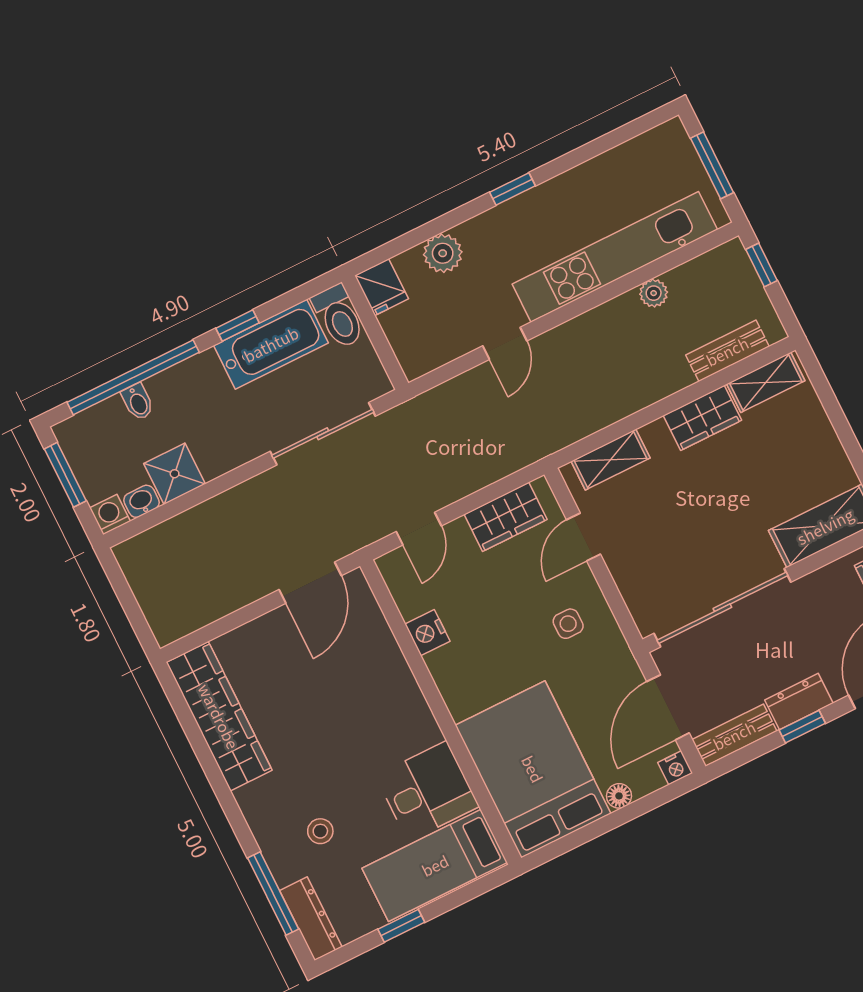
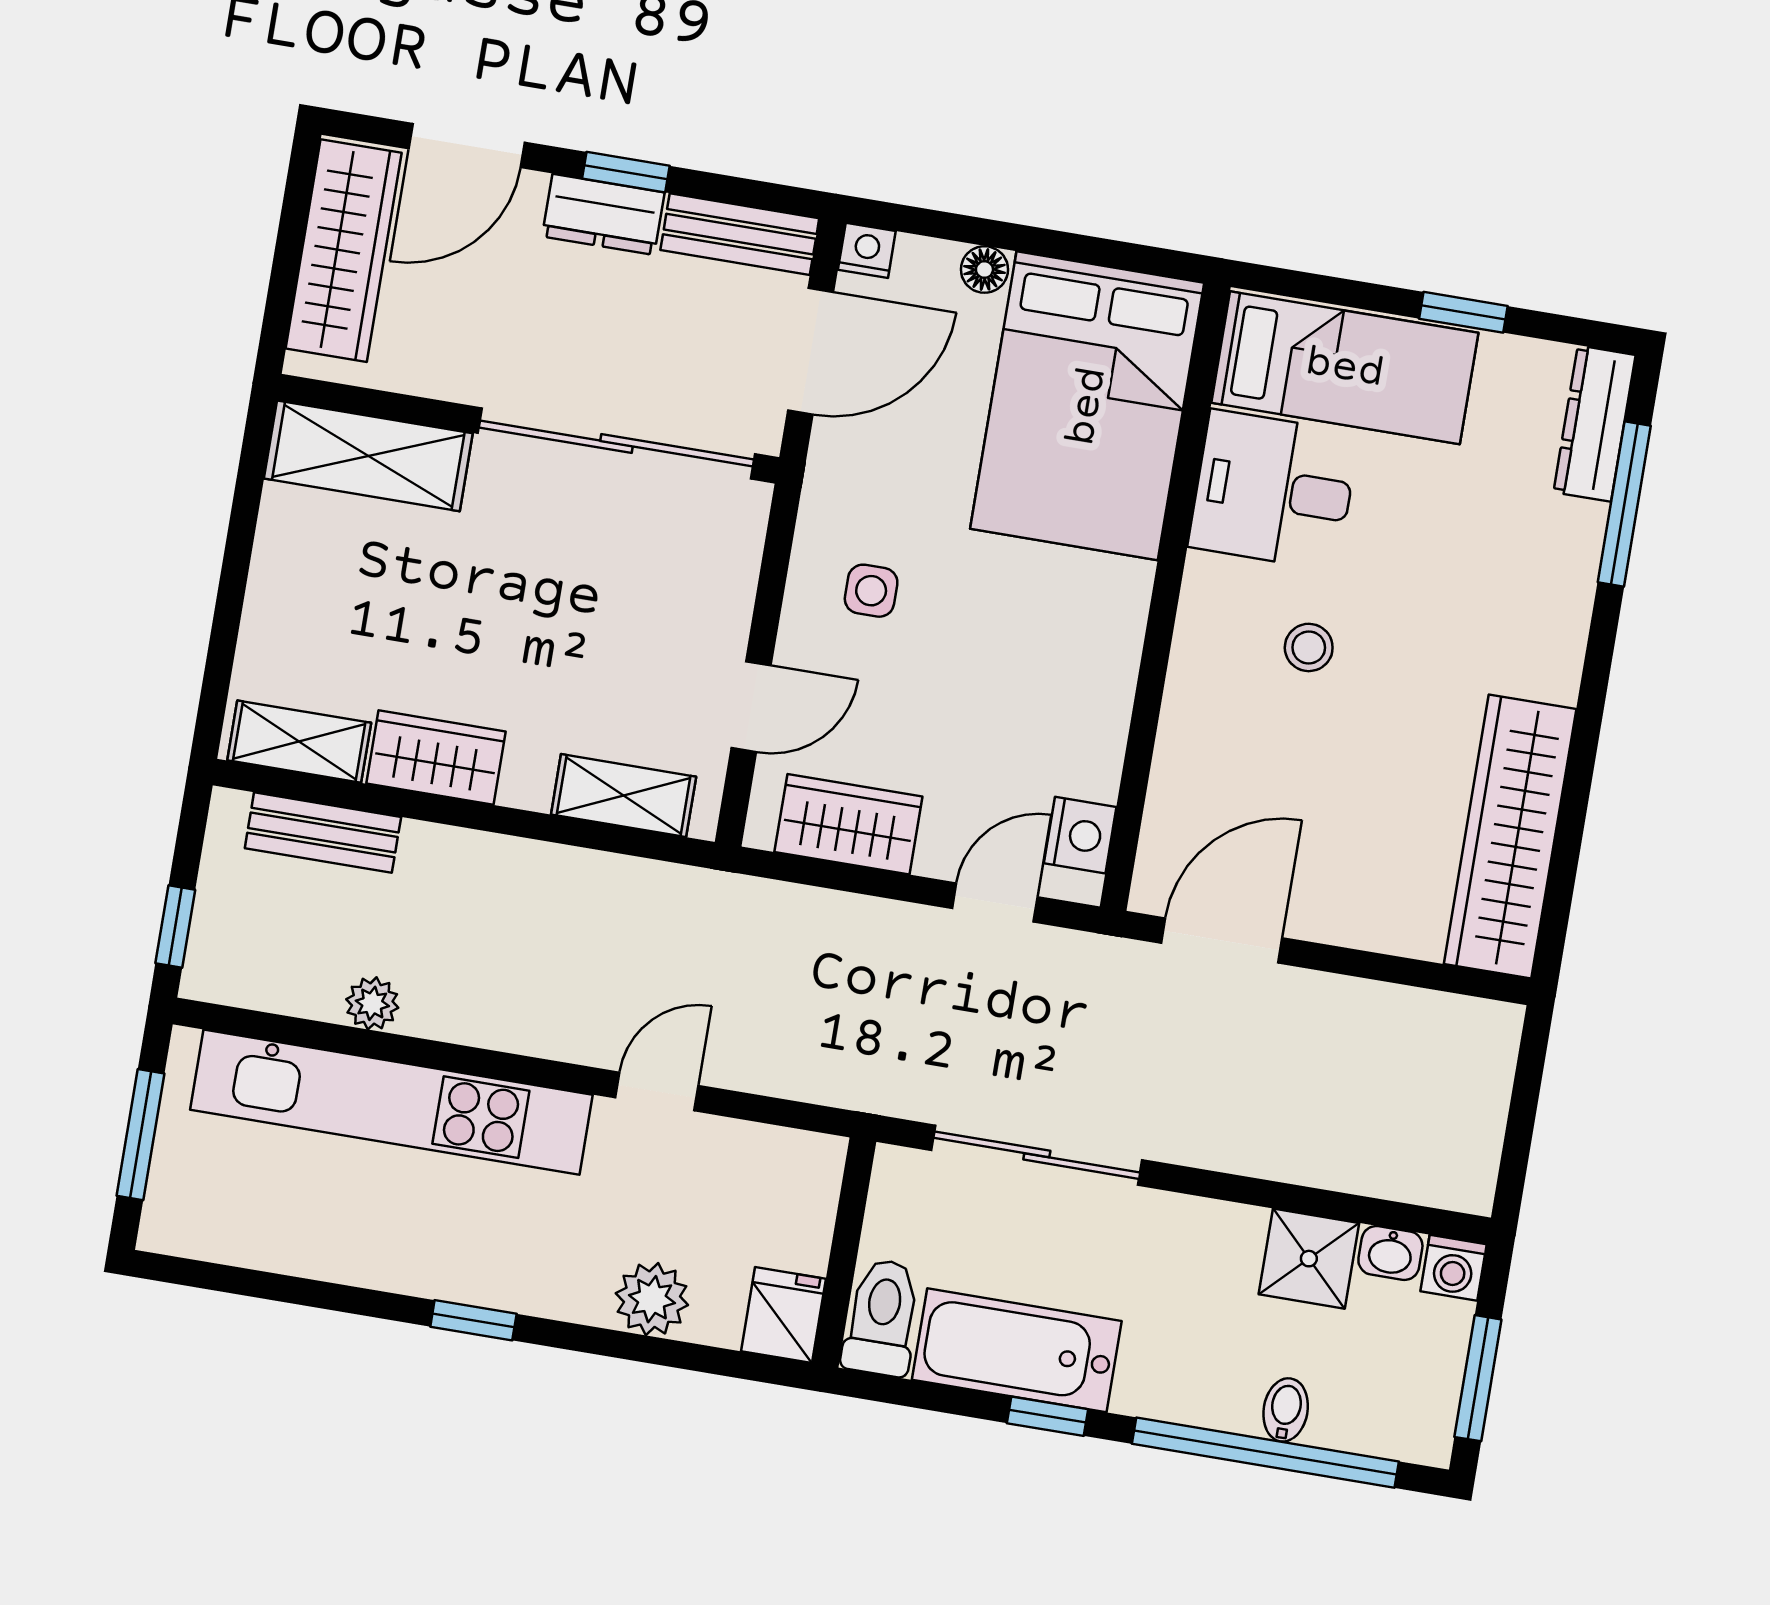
nightstand: (427, 633) -> (1080, 835), moved
stool: (320, 831) -> (1309, 647), moved

